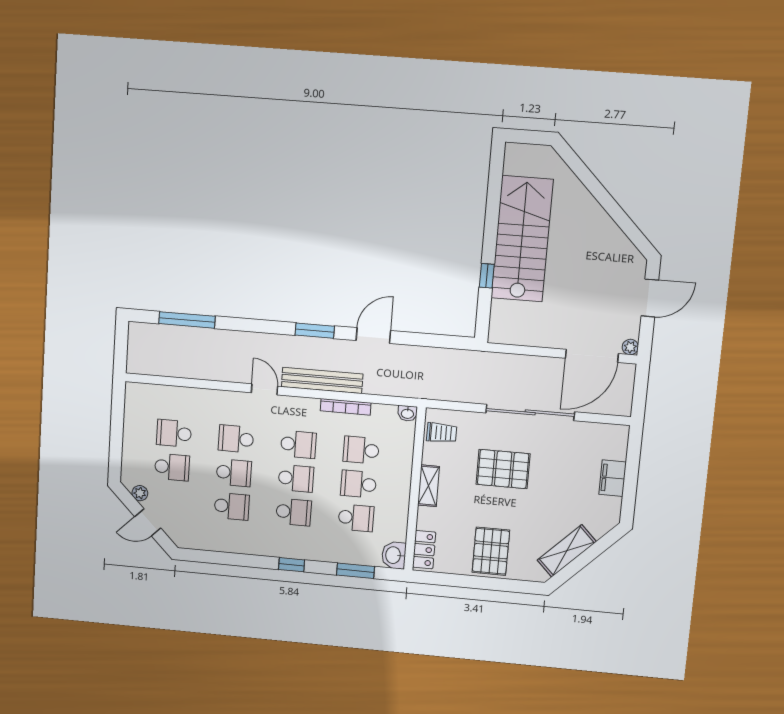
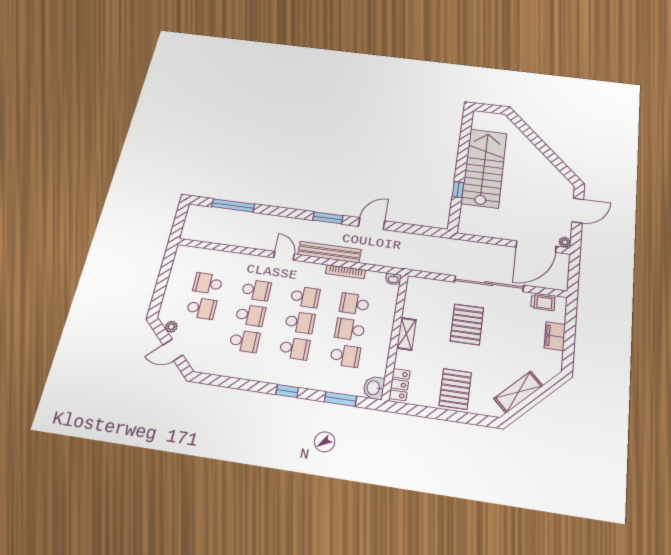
trolley: (442, 433) -> (543, 303), moved
school desk: (236, 439) -> (256, 290), turned 180
pallet: (503, 469) -> (467, 324), turned 90

